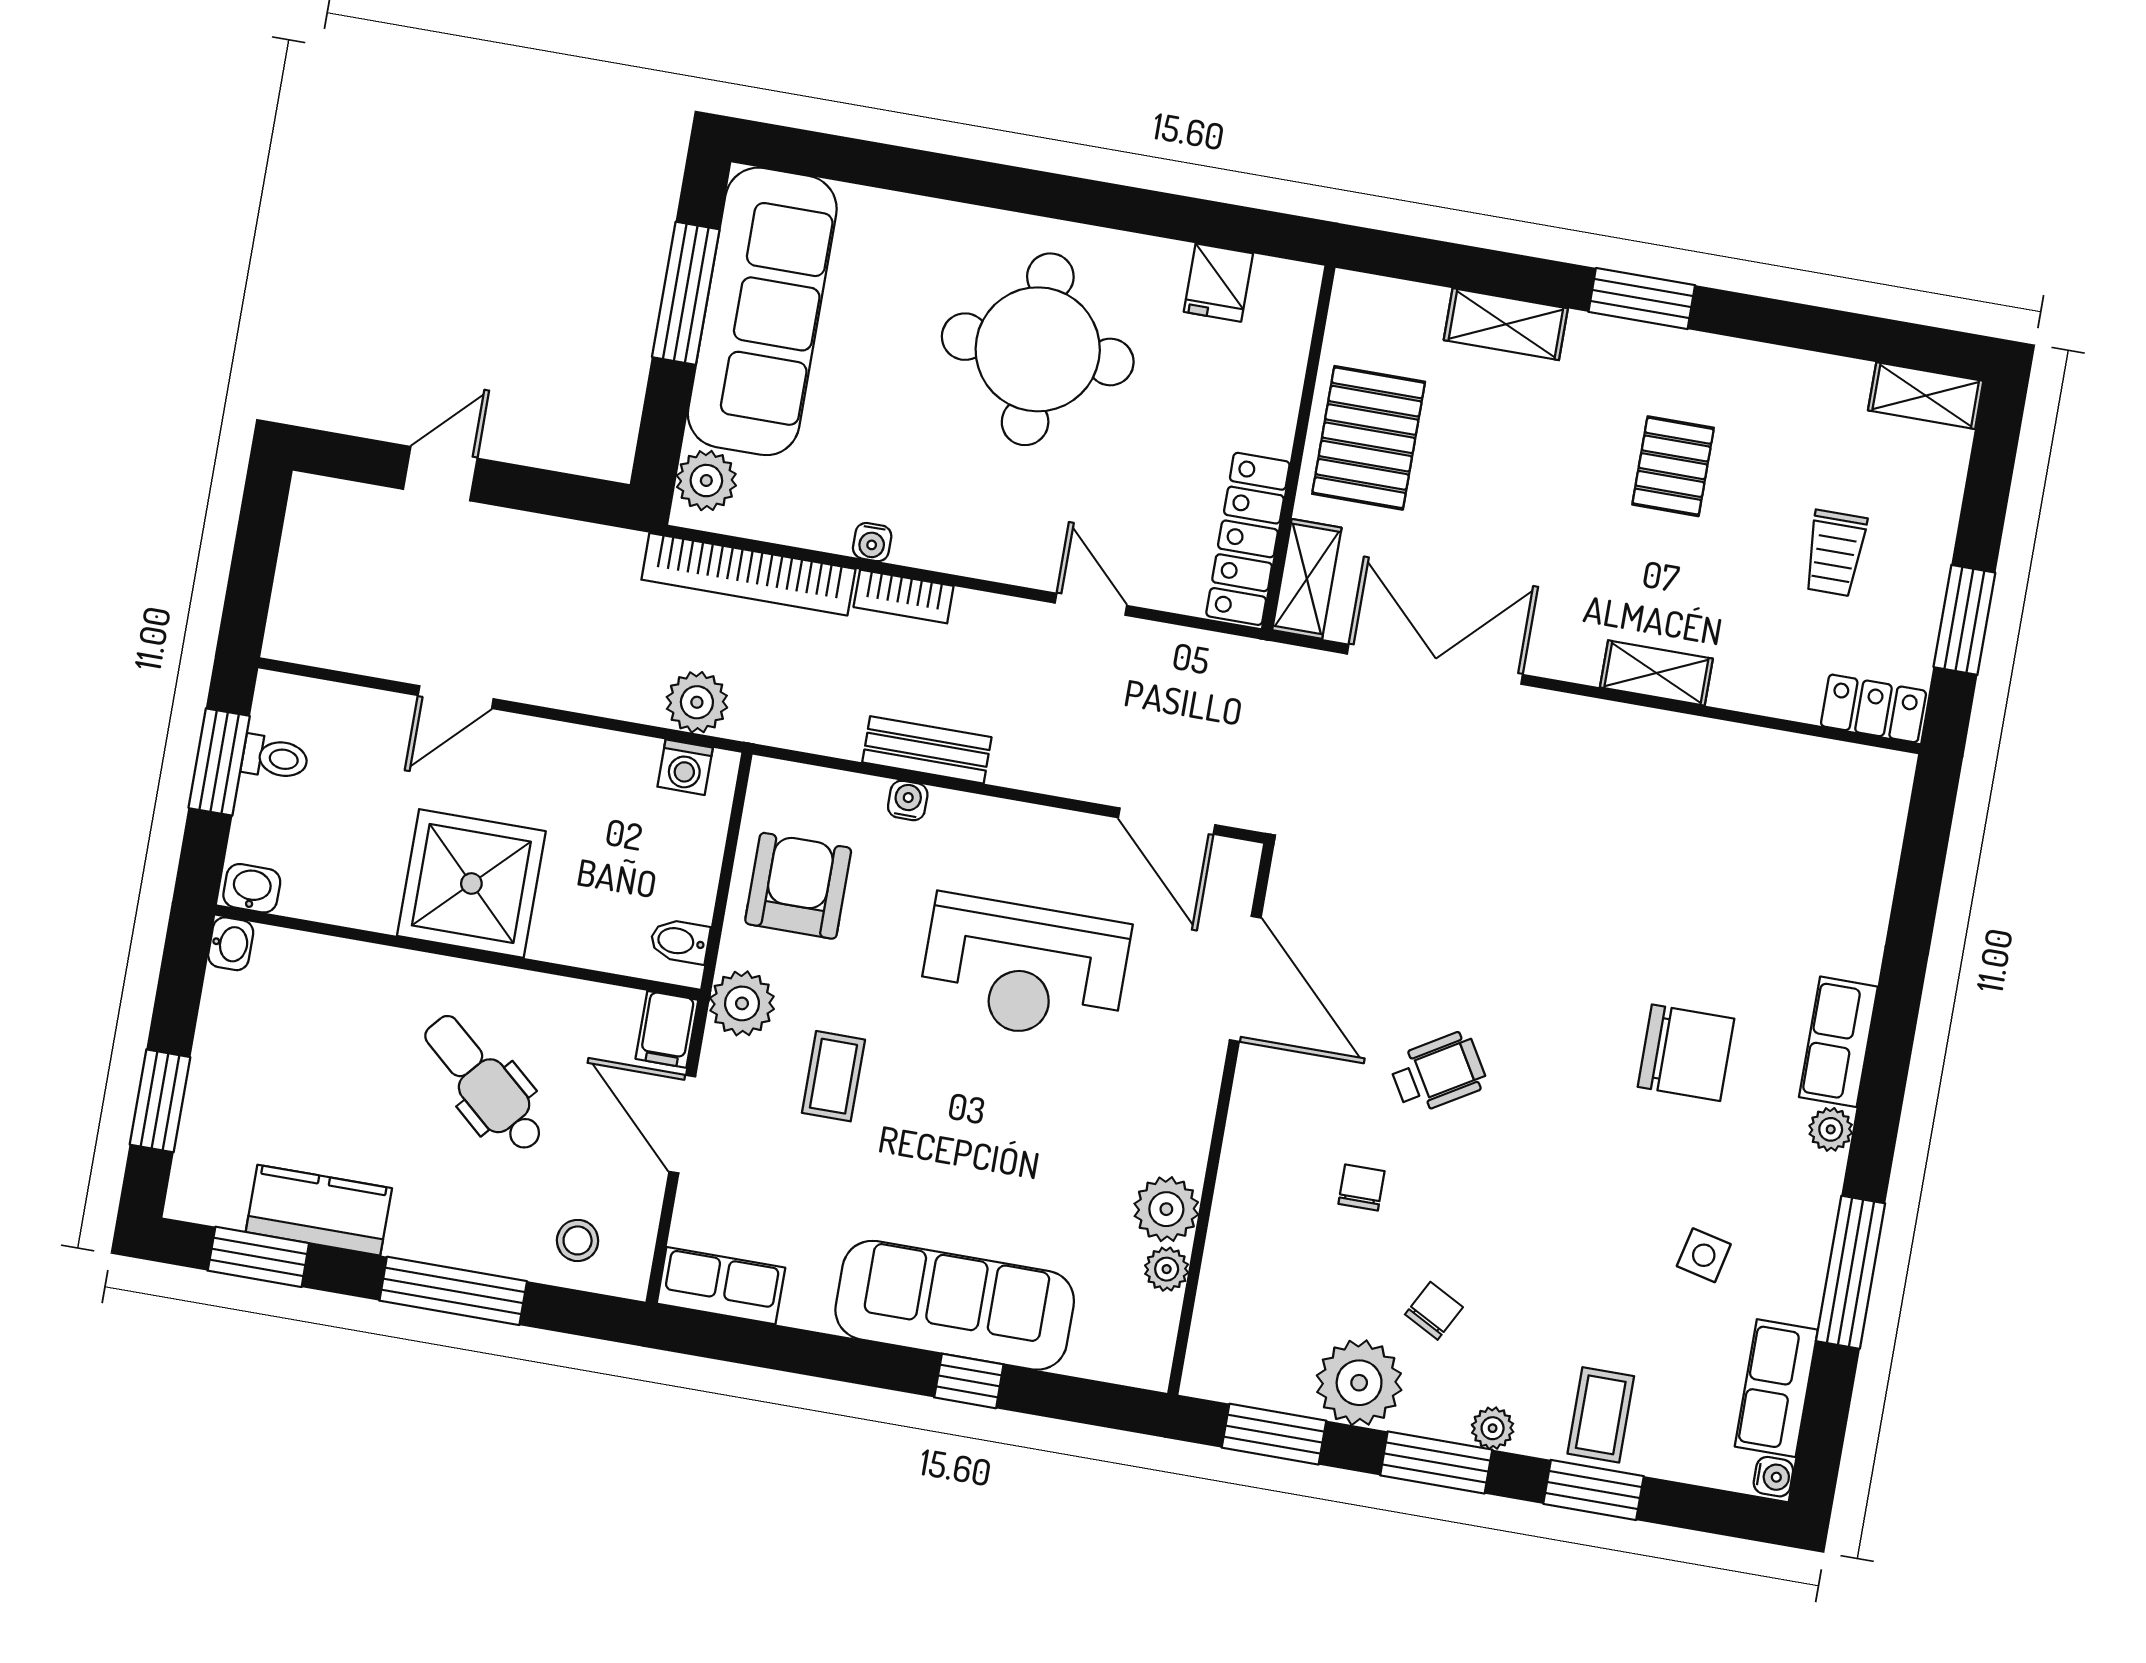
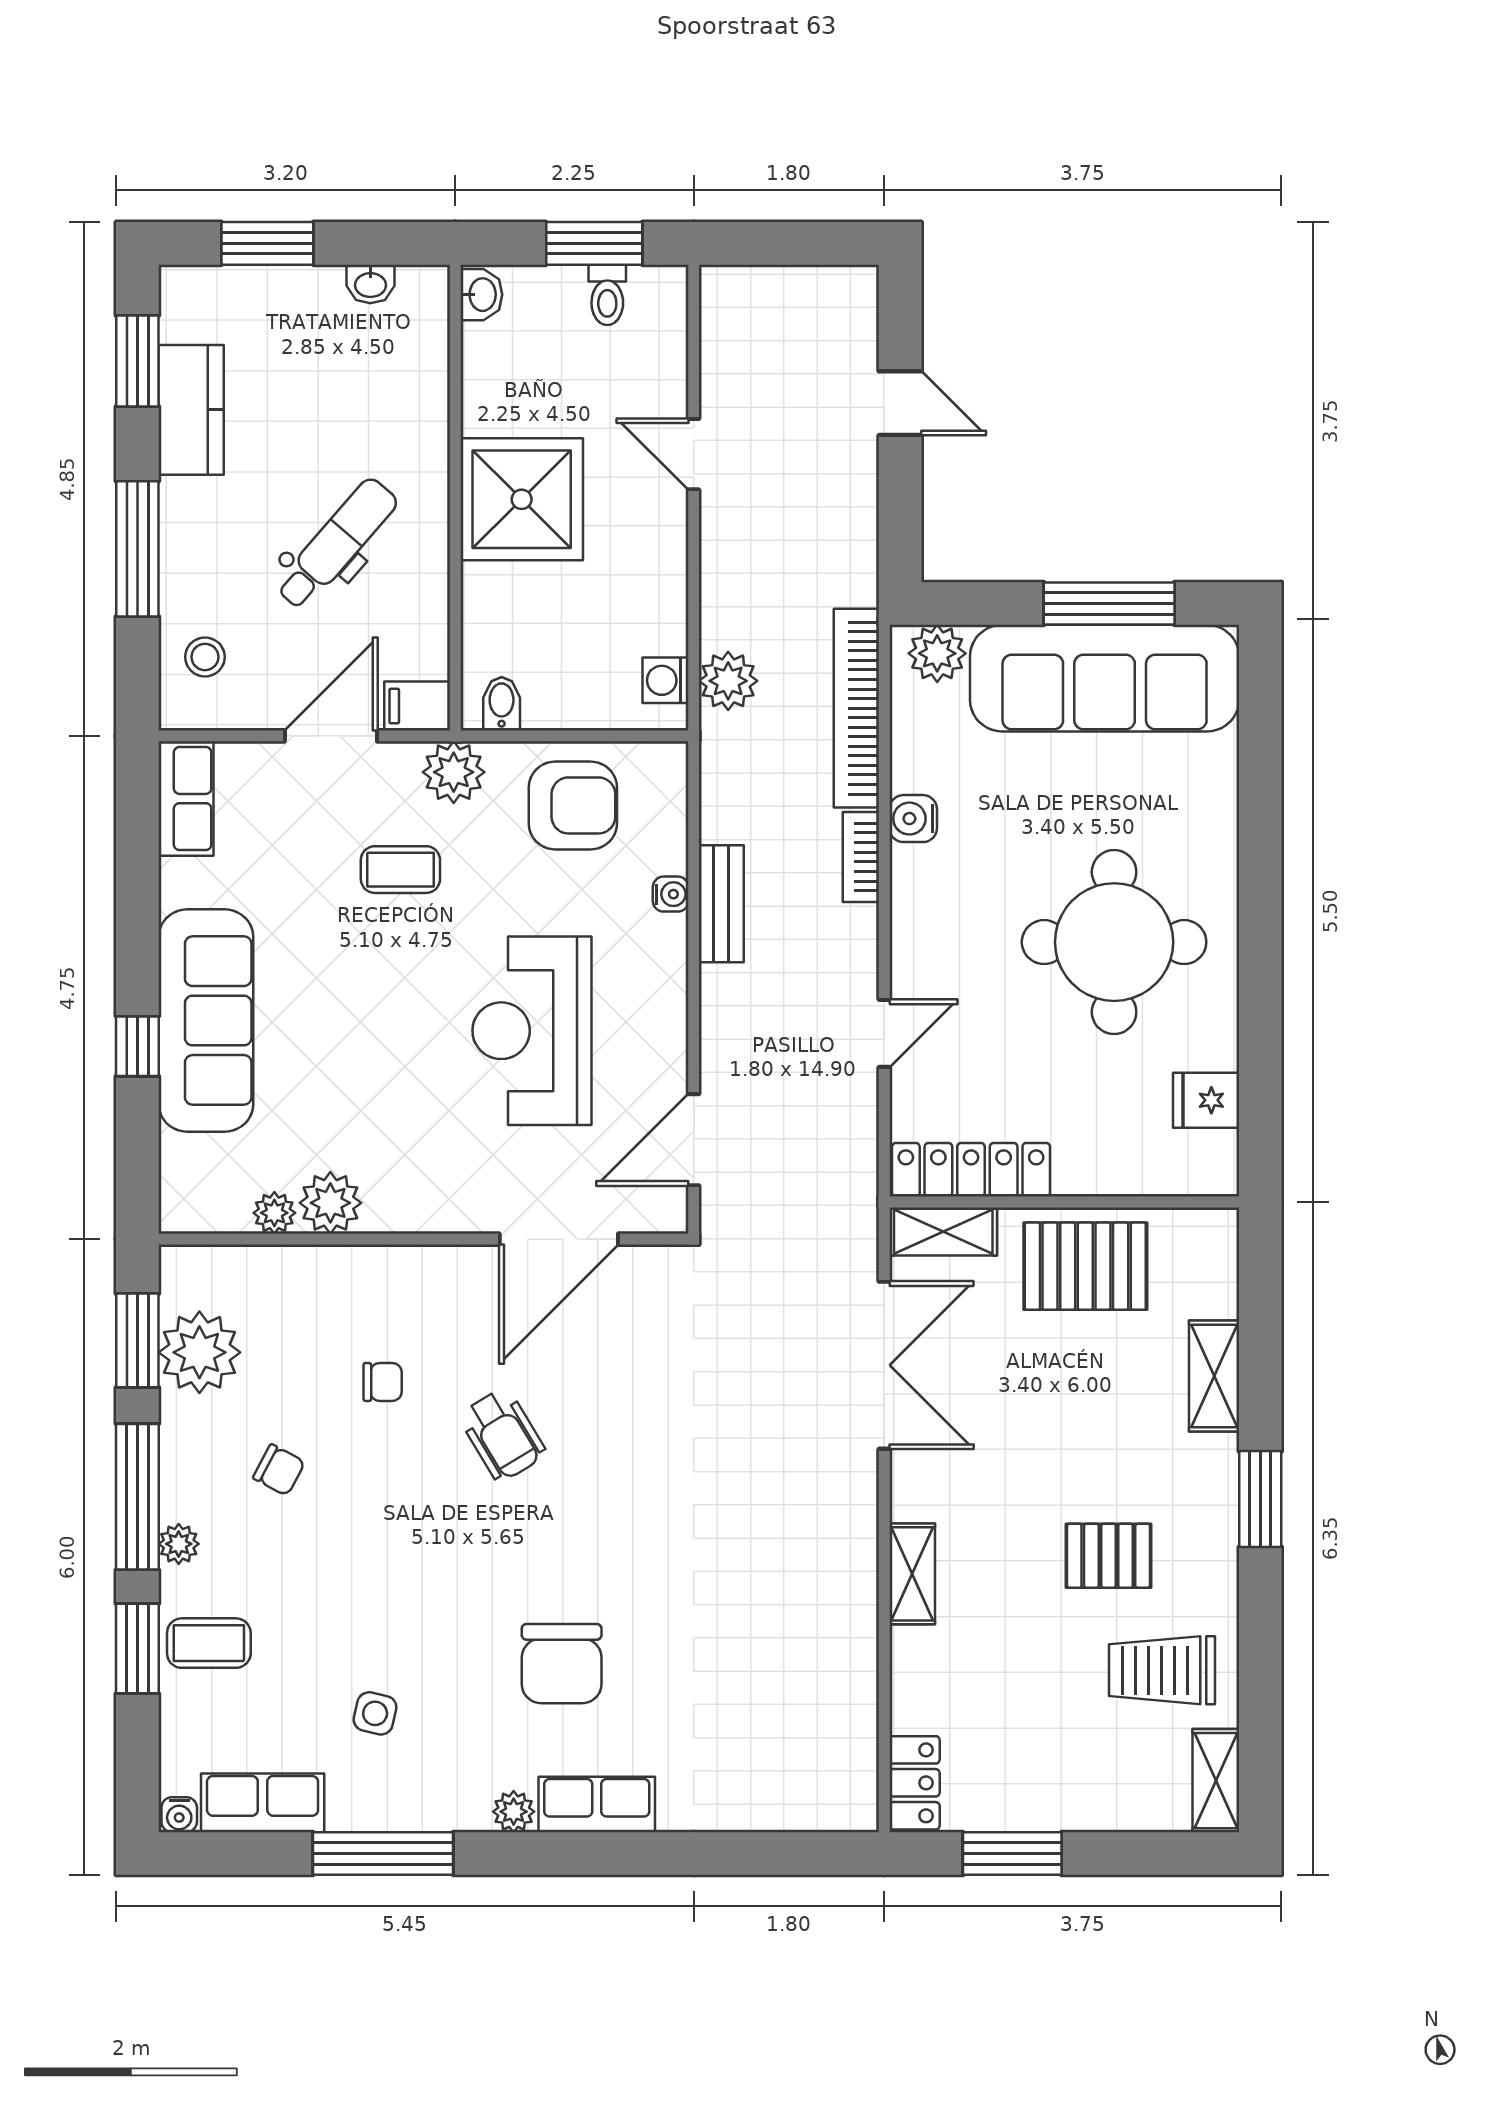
water cooler: (872, 542) -> (913, 819), width x1.38, depth x1.38
trolley: (1835, 553) -> (1162, 1670), moved, width x1.36, depth x1.39
washbasin: (231, 944) -> (370, 284), moved
plant: (1359, 1383) -> (199, 1352), moved
window: (1436, 1462) -> (137, 1497), width x1.44

